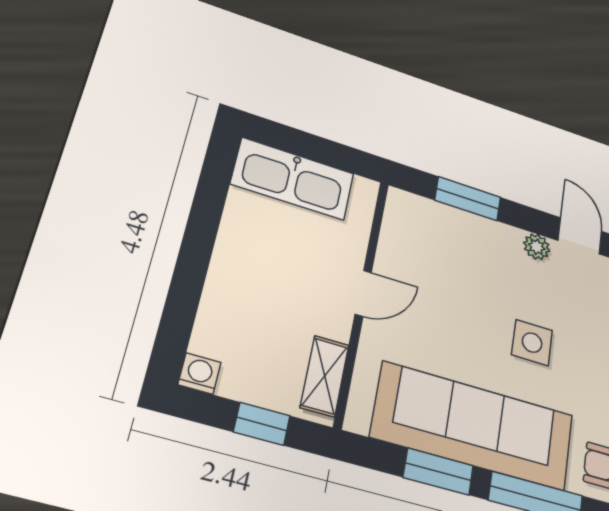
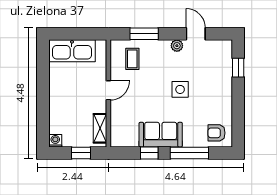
coffee table: (433, 242) -> (132, 59), added
sofa: (474, 426) -> (161, 135), width x0.54, depth x0.79
window: (438, 472) -> (149, 153), width x0.67

